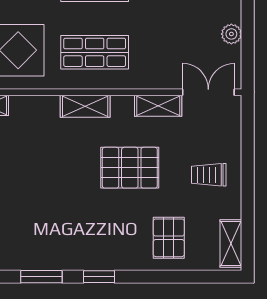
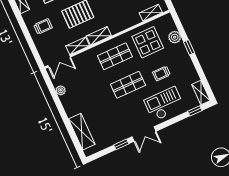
shelving: (85, 106) -> (99, 36), moved

